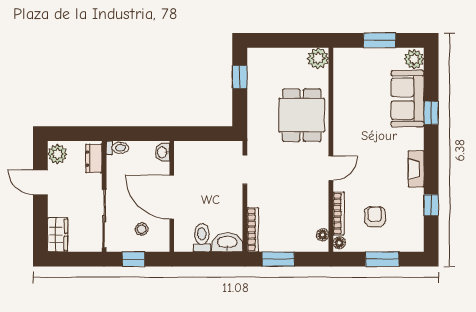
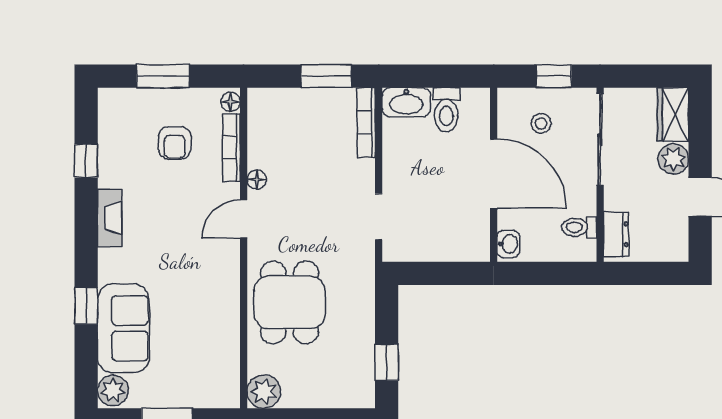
toilet: (117, 148) -> (579, 227), moved
plant: (57, 154) -> (673, 159), moved
floor lamp: (323, 235) -> (257, 180), moved

